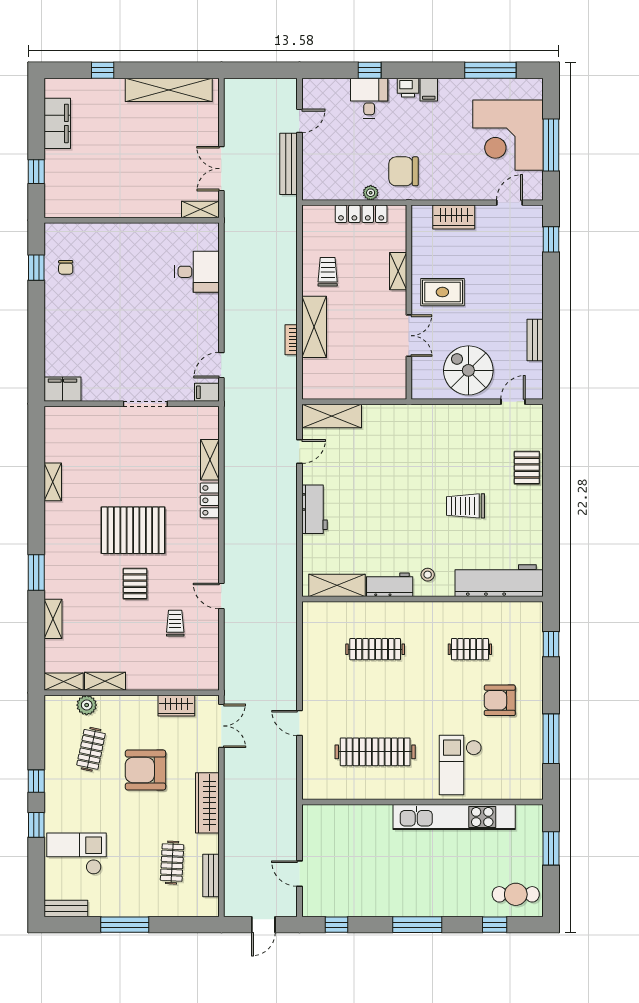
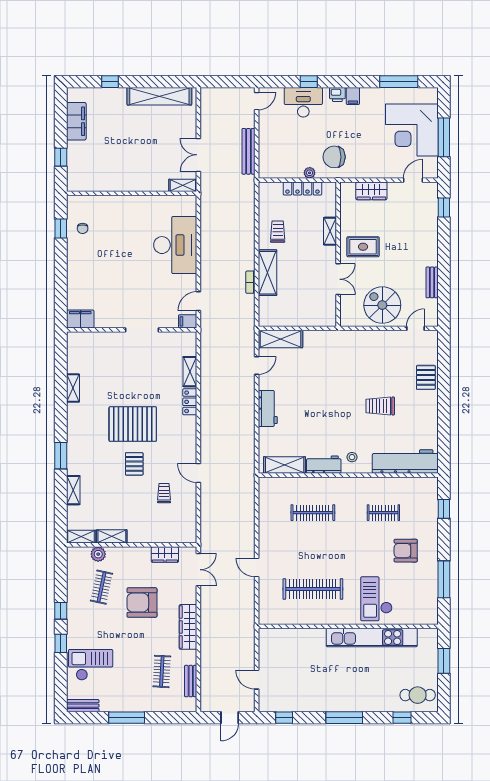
desk: (369, 98) -> (303, 102), width x1.37
door: (300, 121) -> (257, 101), moved
desk: (197, 272) -> (175, 245), width x1.87, depth x1.30

